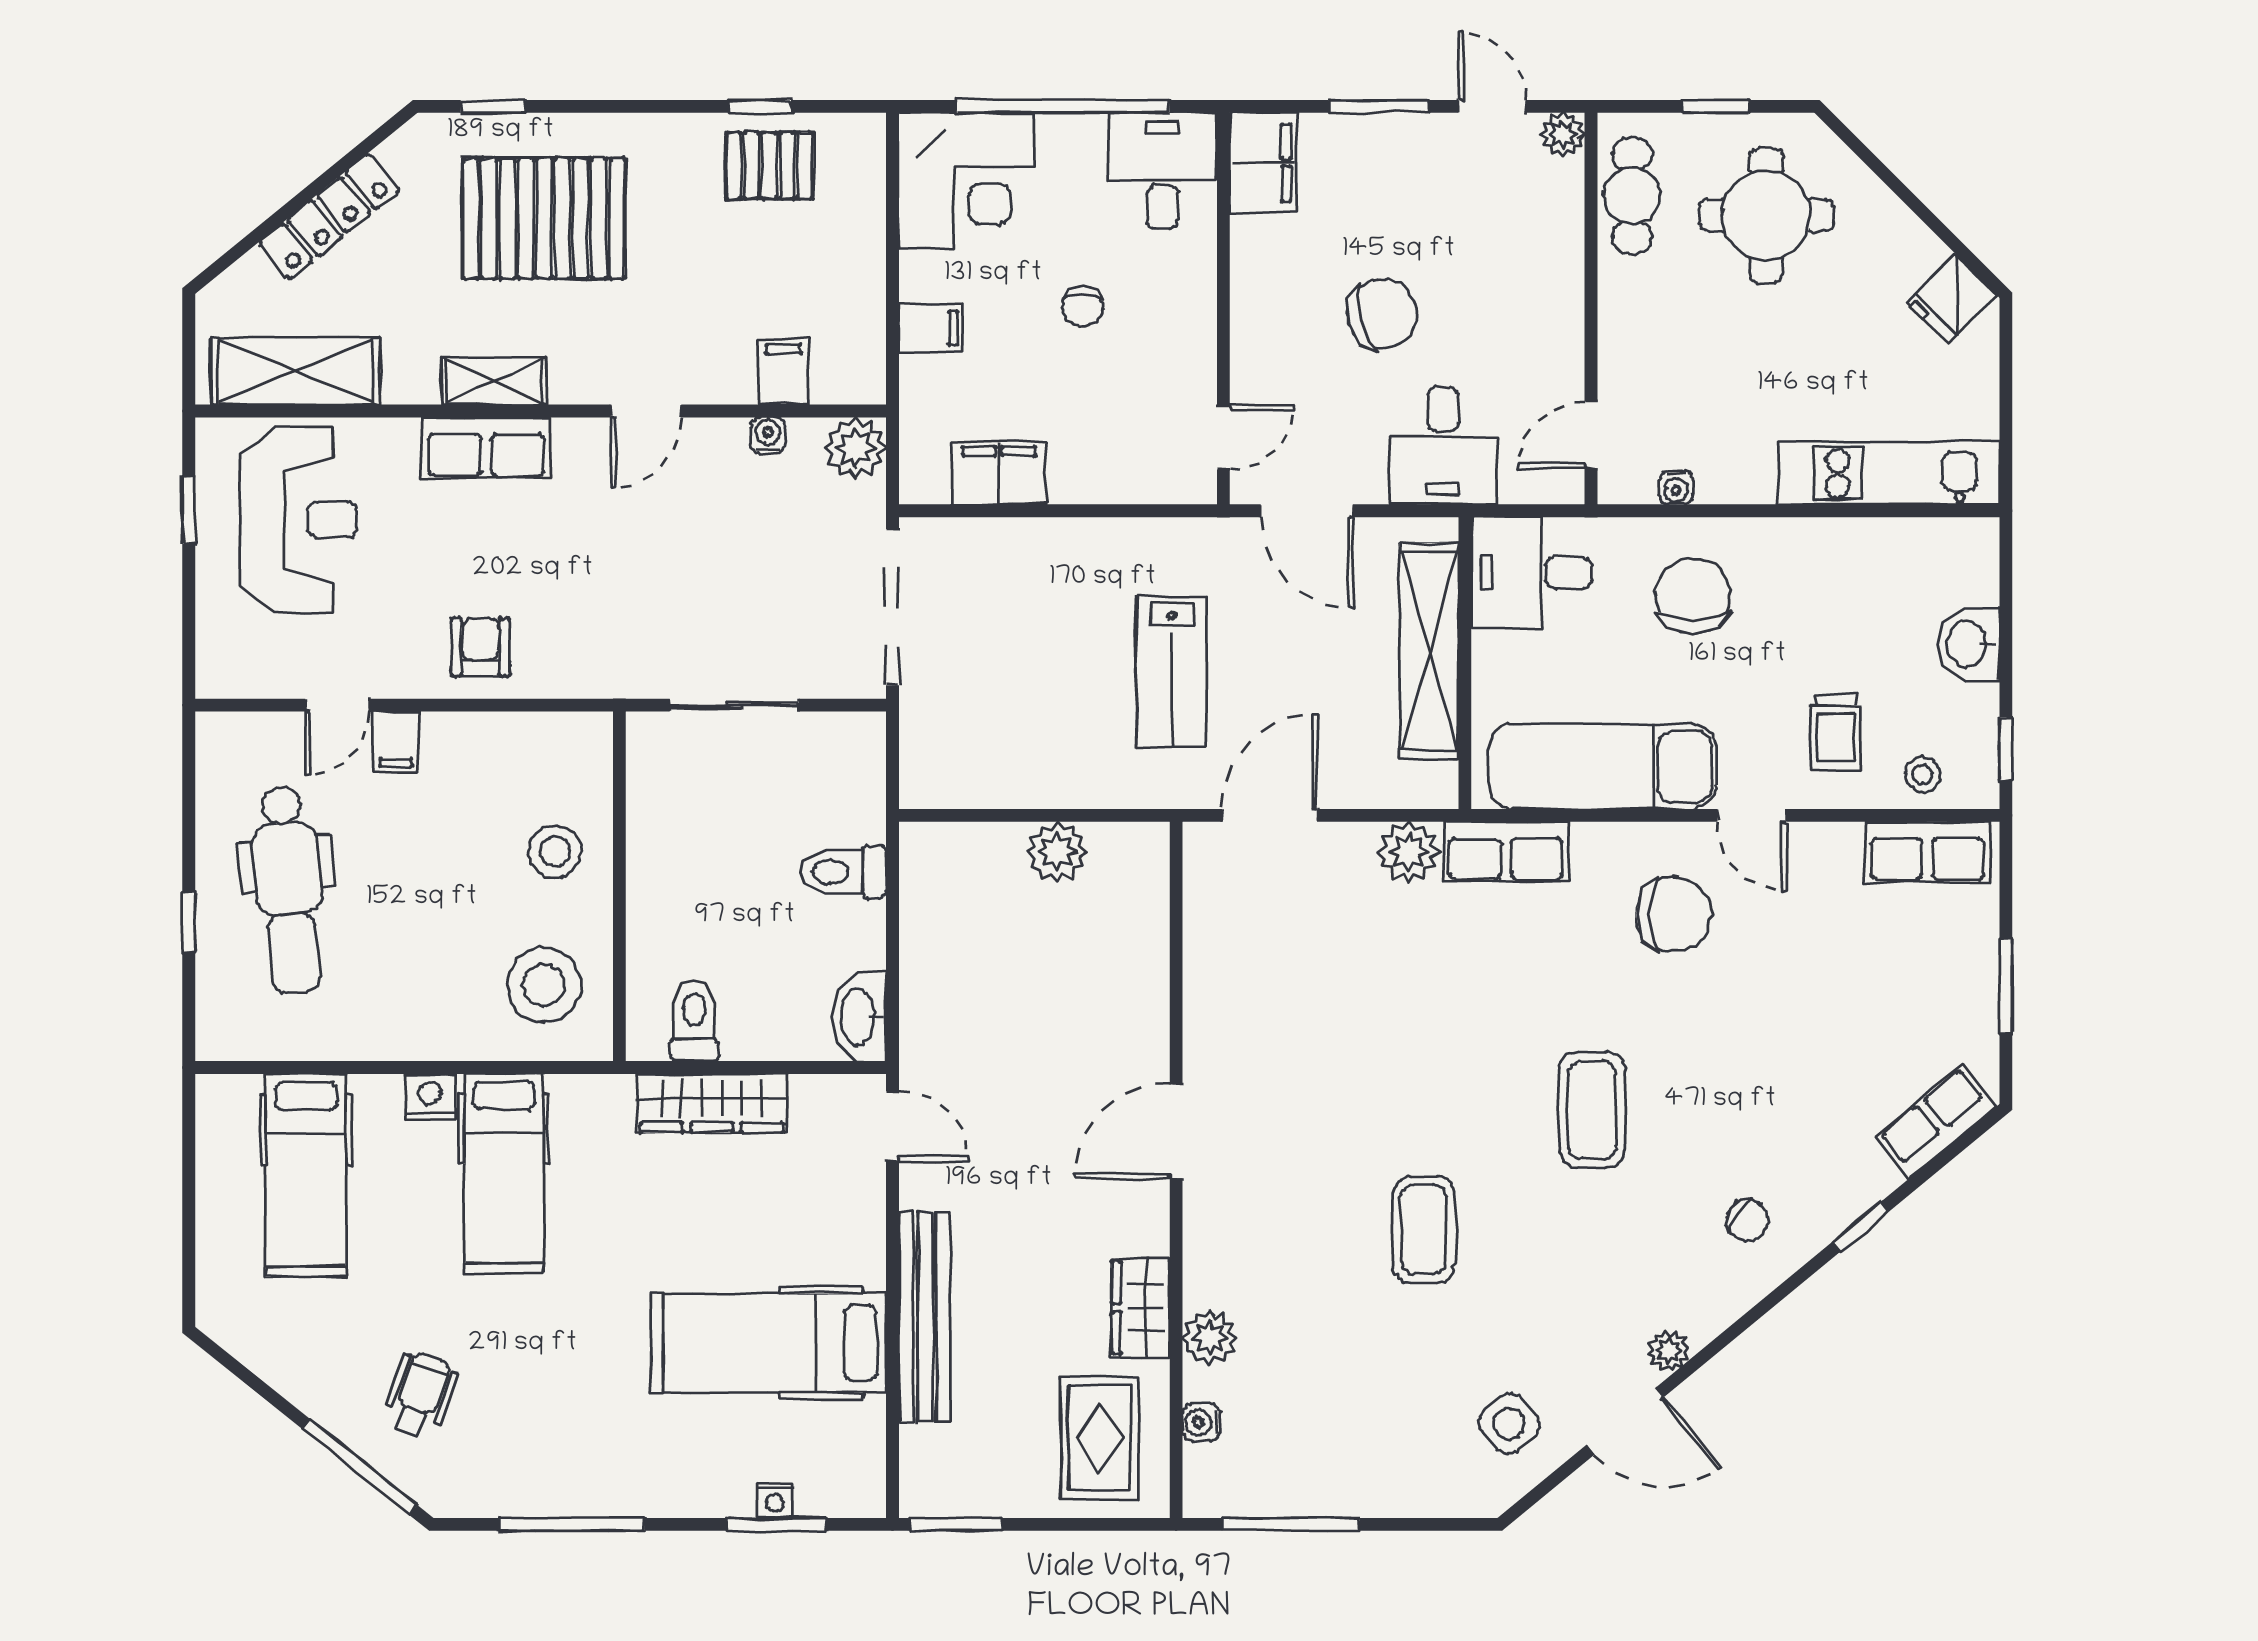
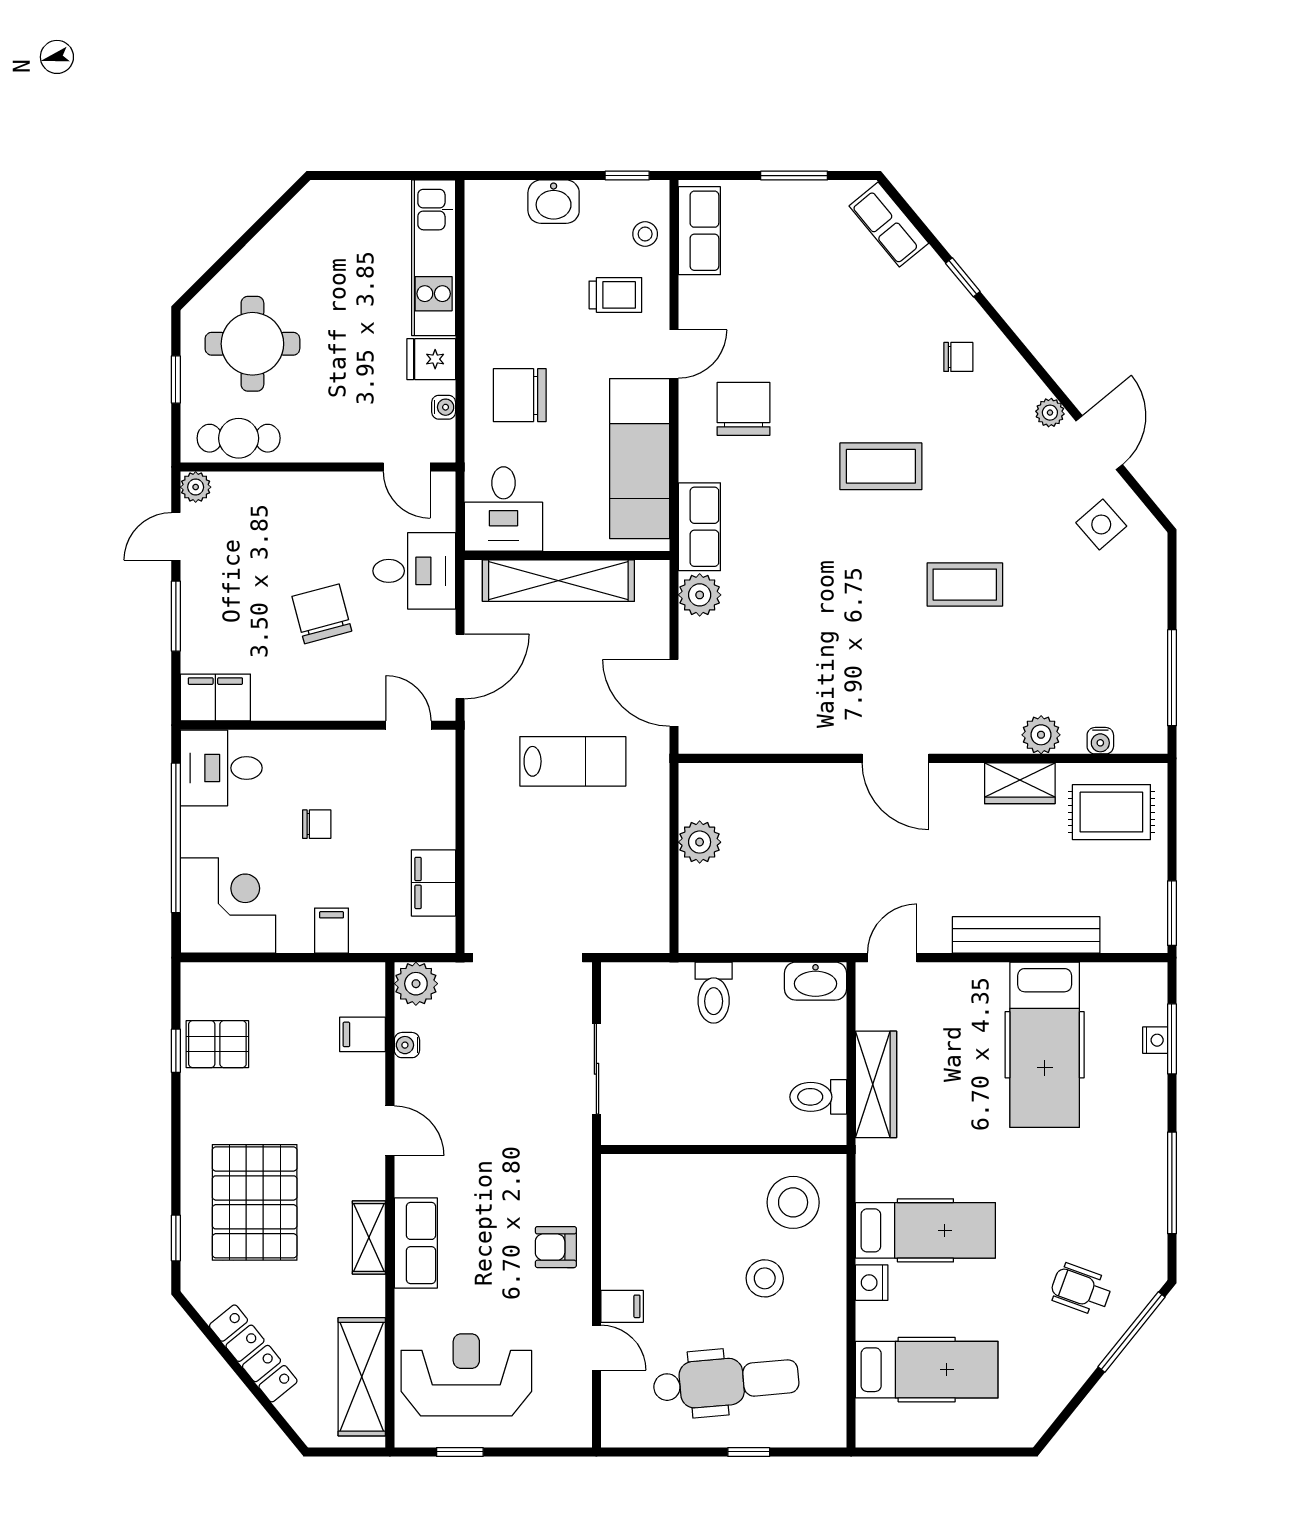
pallet: (769, 165) -> (217, 1044), turned 90
fridge: (1952, 299) -> (431, 359), moved, turned 135
stool: (555, 852) -> (765, 1278), moved
chair: (1748, 1220) -> (958, 357), turned 58

